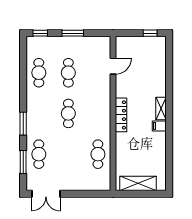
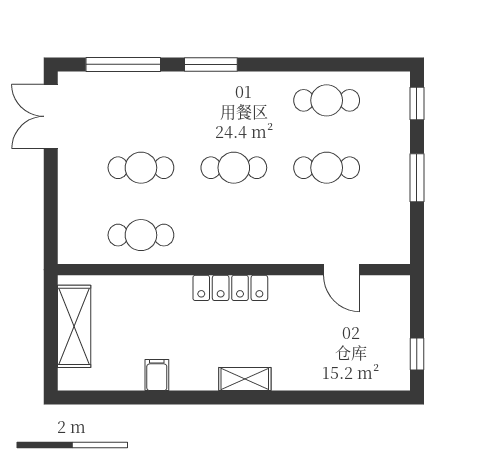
filing cabinet: (159, 126) -> (157, 375), moved
cafe table: (39, 154) -> (141, 168), moved
window: (23, 162) -> (123, 64), width x1.44

